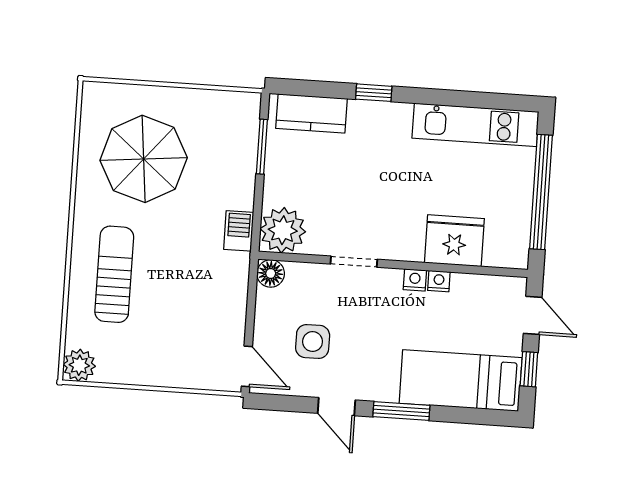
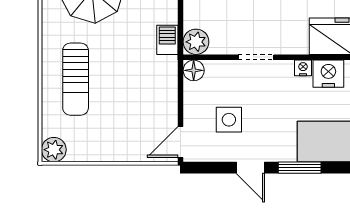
plant: (283, 230) -> (196, 42), width x0.73, depth x0.73
sun lounger: (114, 274) -> (76, 79), turned 180
nightstand: (439, 281) -> (328, 74), width x1.89, depth x1.79
door: (247, 366) -> (180, 142), swing flipped

